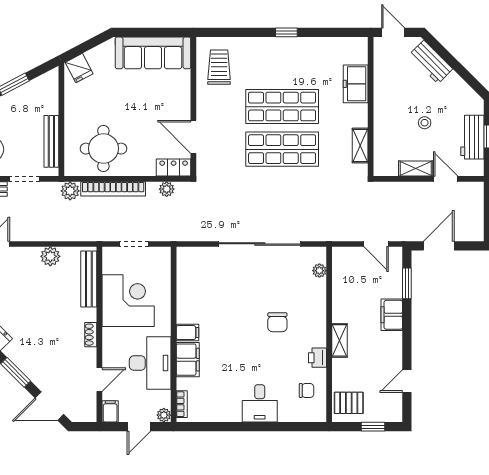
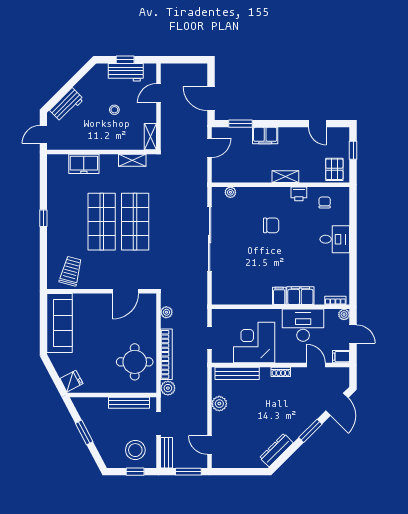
trolley: (219, 67) -> (71, 271), turned 105
locker: (174, 167) -> (150, 307), removed
shelving: (416, 169) -> (150, 137), moved

